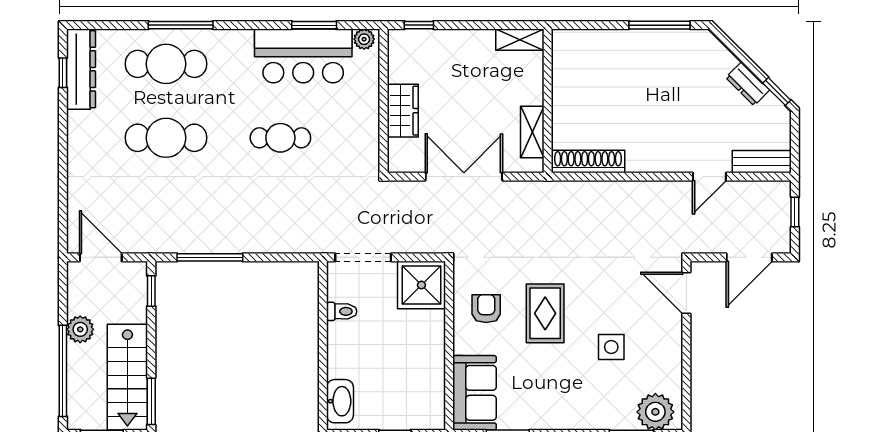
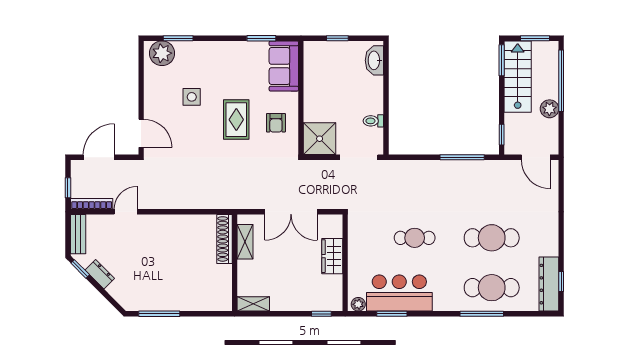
shoe rack: (588, 161) -> (224, 239), moved, turned 90
bench: (762, 162) -> (78, 234), moved, turned 90
bookcase: (760, 188) -> (92, 204), added

